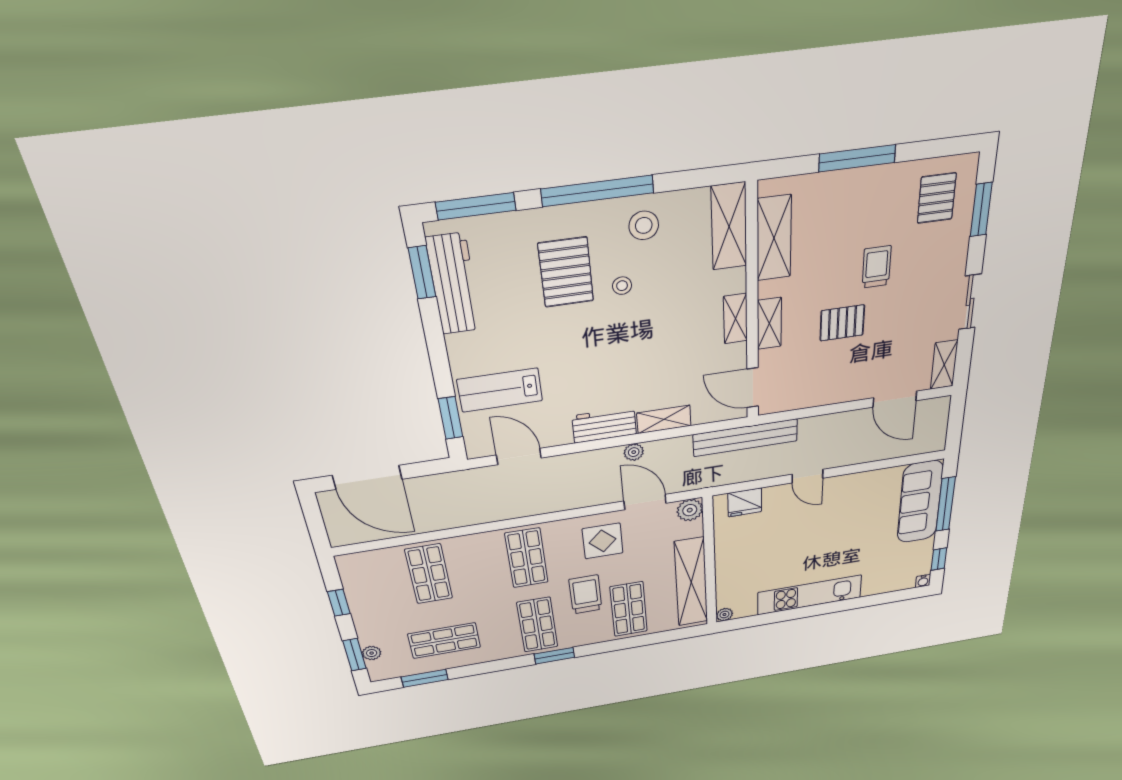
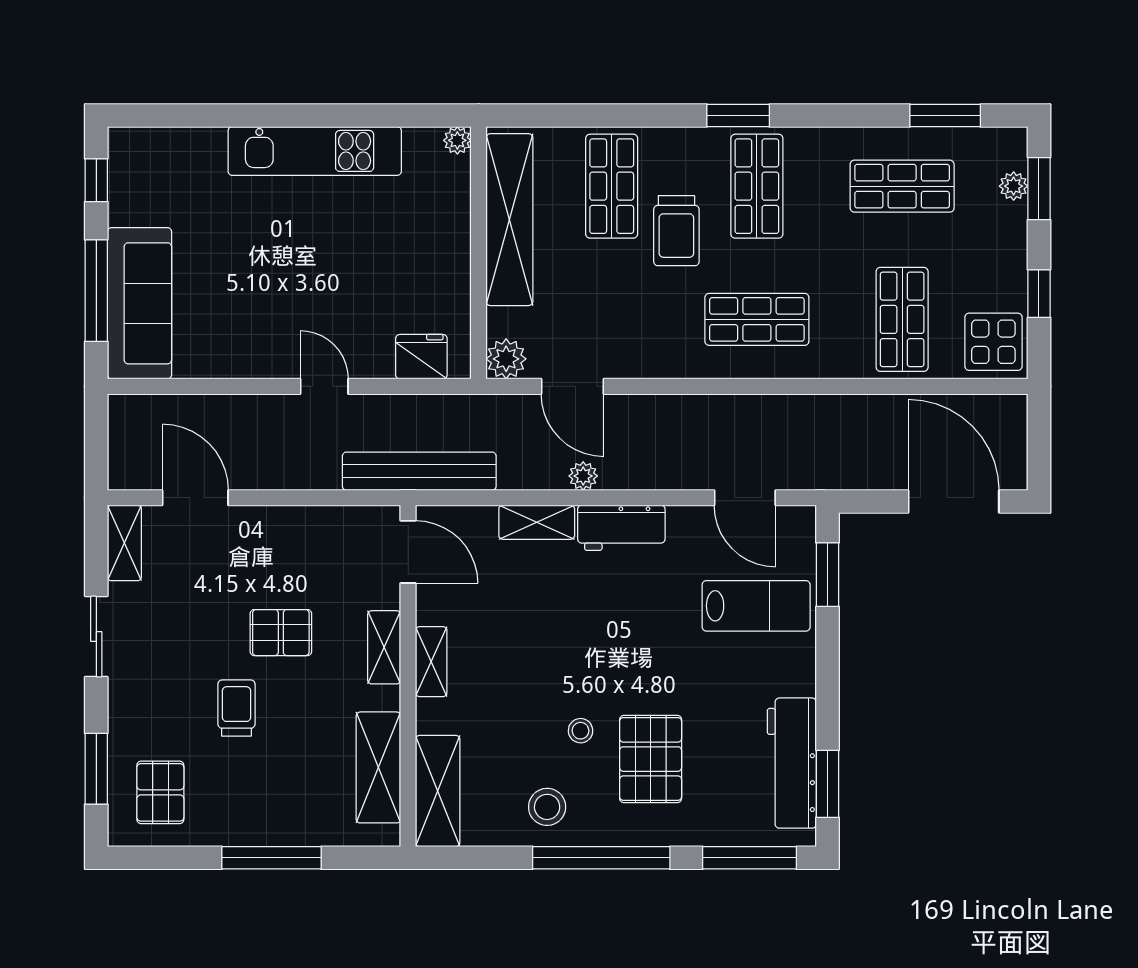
trolley: (877, 267) -> (236, 708), turned 180
display table: (603, 541) -> (993, 342), moved
shop shelf: (527, 558) -> (757, 319), turned 90
water cooler: (923, 581) -> (120, 139), removed

